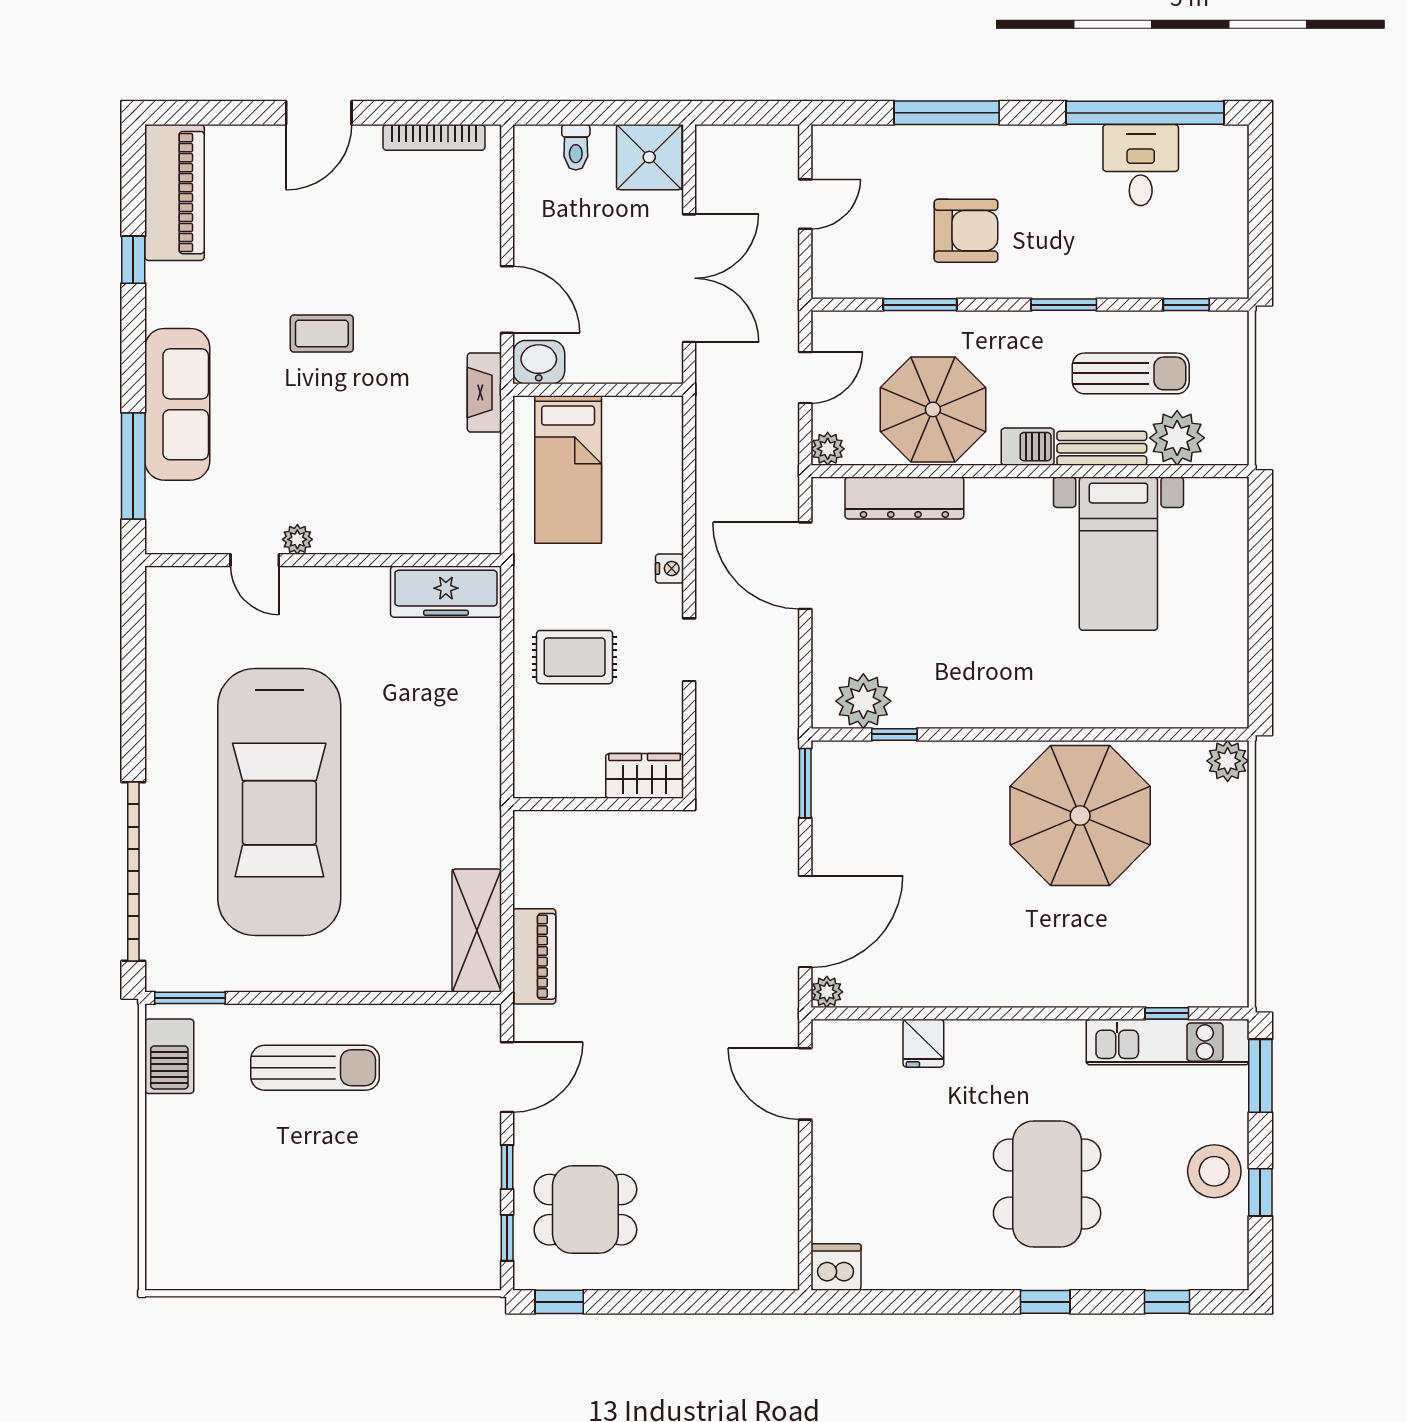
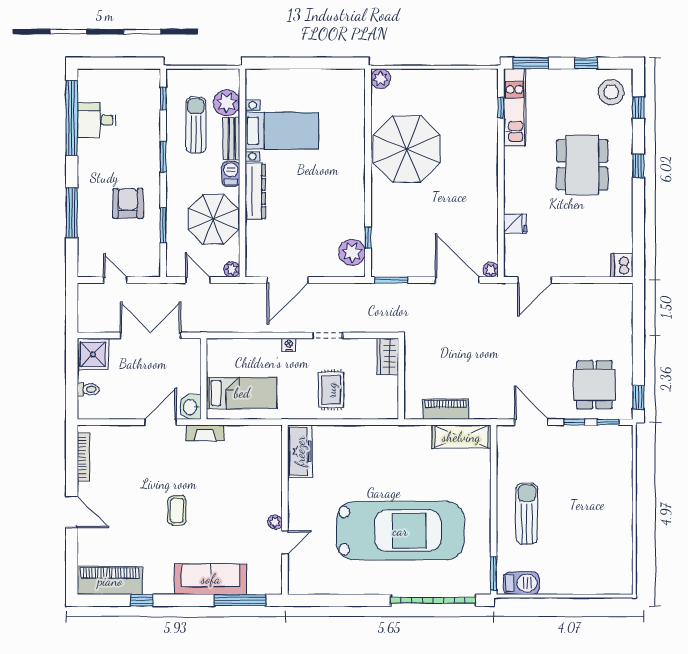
dresser: (904, 498) -> (255, 191), moved
piano: (534, 956) -> (446, 409), moved
stool: (1214, 1171) -> (611, 92), moved
dining table: (1047, 1184) -> (582, 165), turned 90

